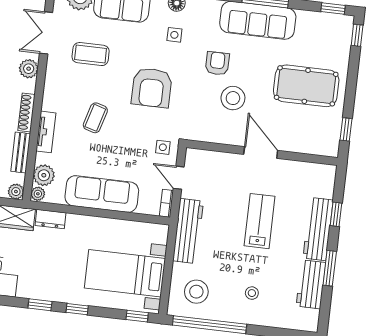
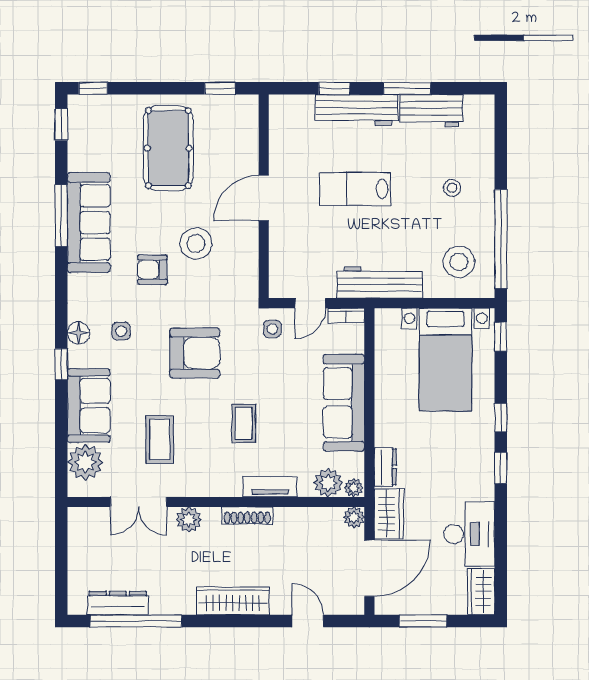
coffee table: (95, 118) -> (244, 423), turned 74
bench: (21, 153) -> (301, 517), removed

